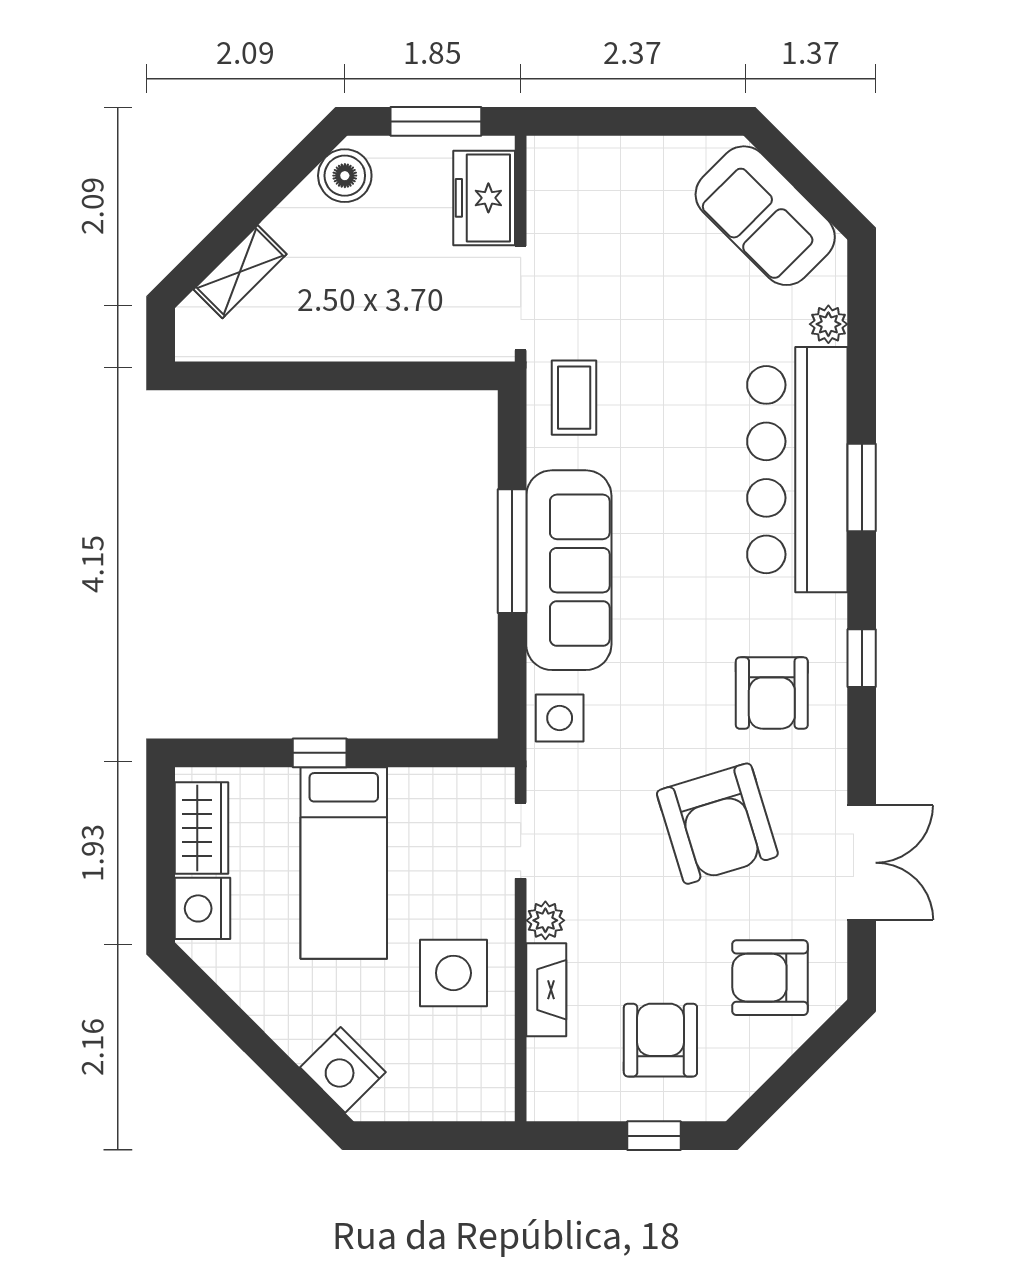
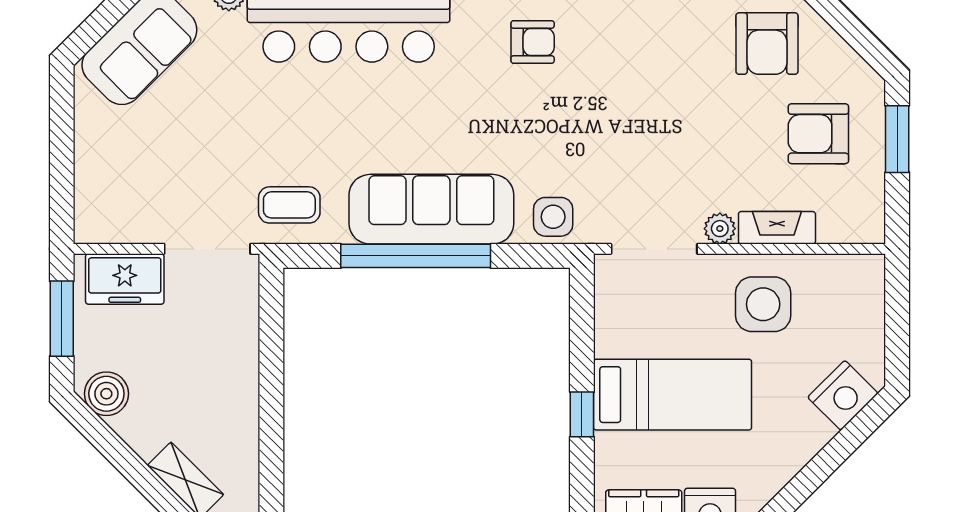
window: (512, 551) -> (416, 256), width x1.46
armchair: (772, 693) -> (533, 42), width x0.72, depth x0.72
armchair: (717, 824) -> (640, 87), removed
doorway: (521, 841) -> (654, 249), width x1.38
window: (654, 1136) -> (897, 139), width x1.50

